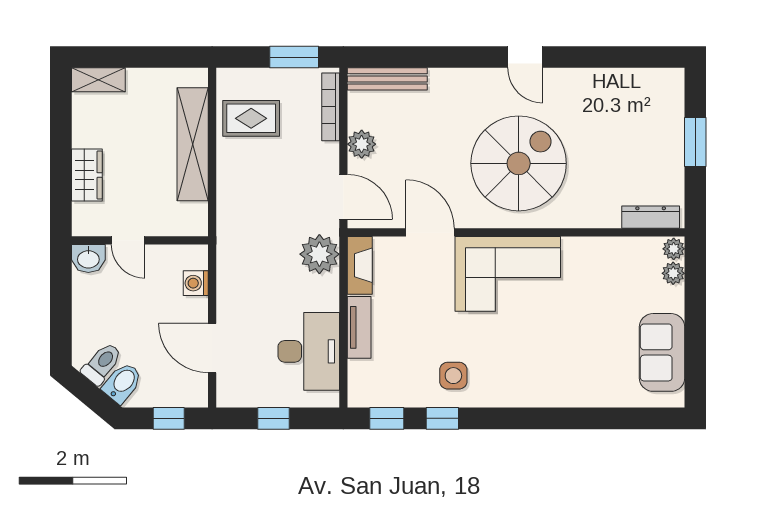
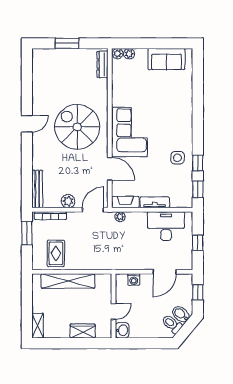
door: (430, 232) -> (110, 169), swing flipped
plant: (319, 254) -> (120, 217), width x0.53, depth x0.53

